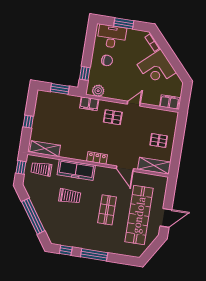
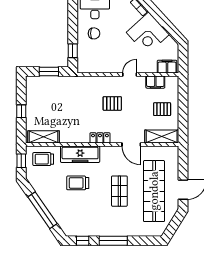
plant: (98, 91) -> (90, 67), removed
filing cabinet: (89, 104) -> (155, 82), moved
pallet: (113, 117) -> (112, 103), moved
trolley: (70, 196) -> (78, 183), turned 180

